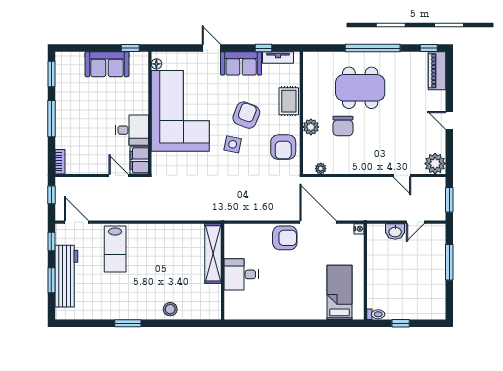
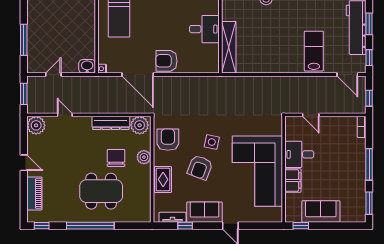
floor lamp: (156, 64) -> (278, 212), removed
piano: (437, 71) -> (34, 193), moved
filing cabinet: (139, 160) -> (293, 181), moved
dresser: (349, 166) -> (111, 123), added
plant: (321, 169) -> (140, 125), width x1.87, depth x1.87
washbasin: (395, 232) -> (87, 66), moved

